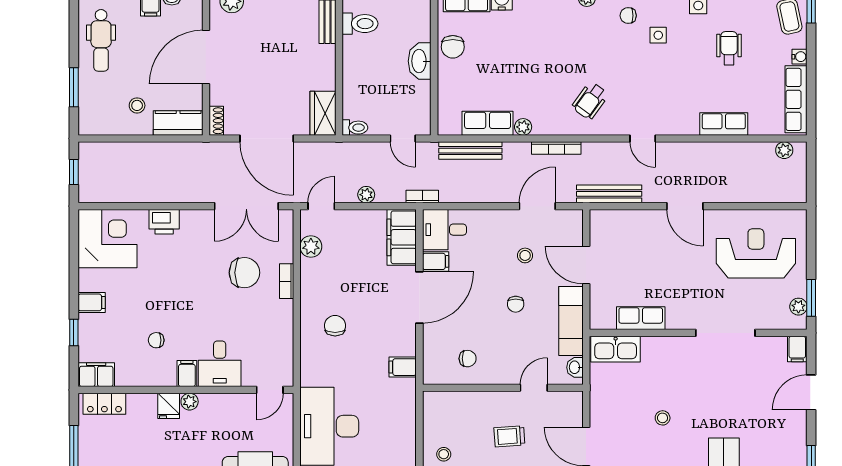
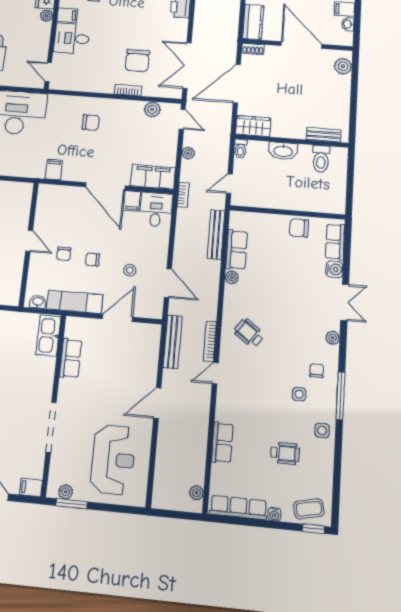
washbasin: (420, 61) -> (283, 151), moved, turned 180
bookcase: (556, 148) -> (210, 341), moved
chair: (468, 359) -> (64, 254), moved
door: (534, 388) -> (29, 241), moved

